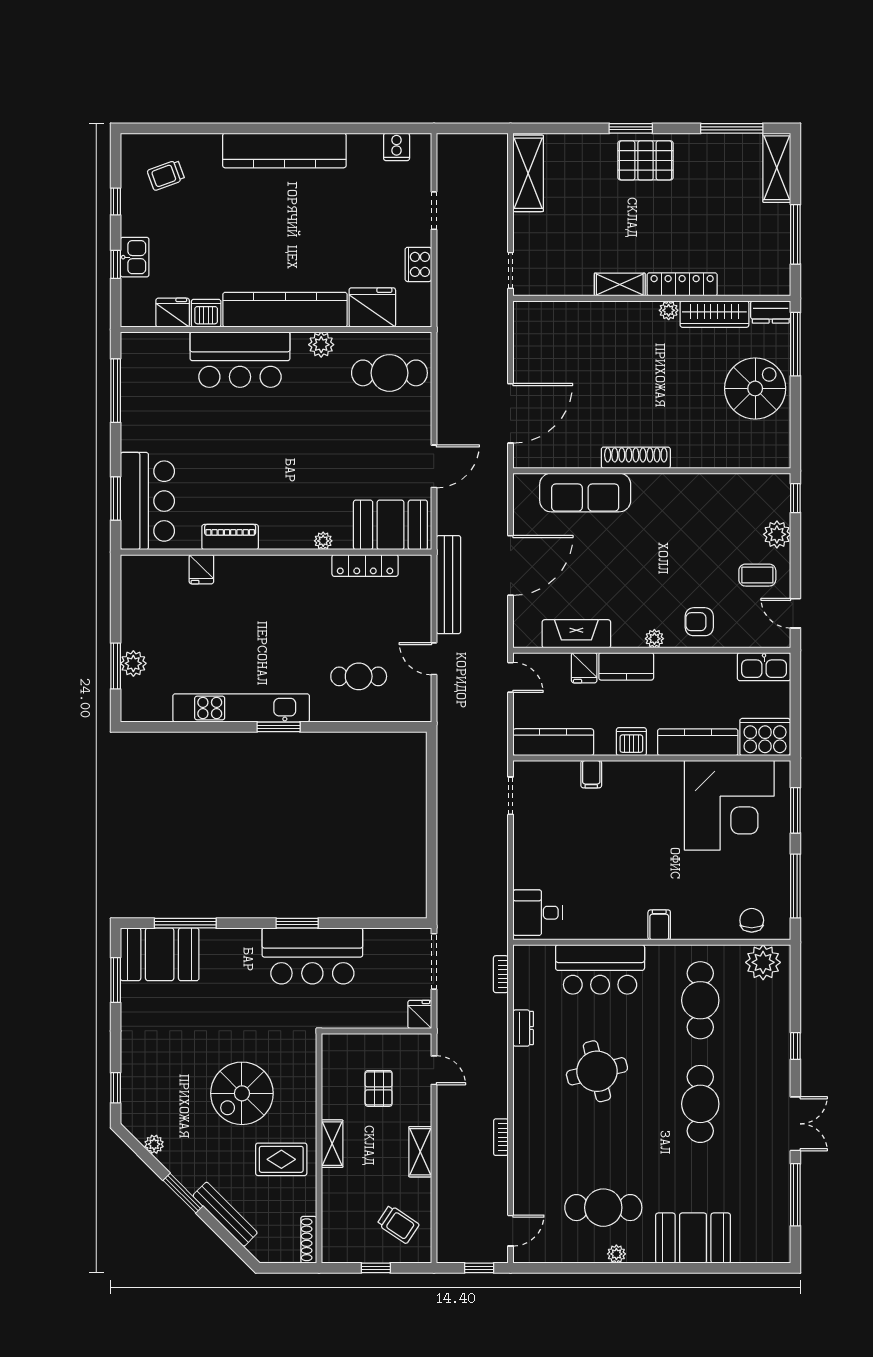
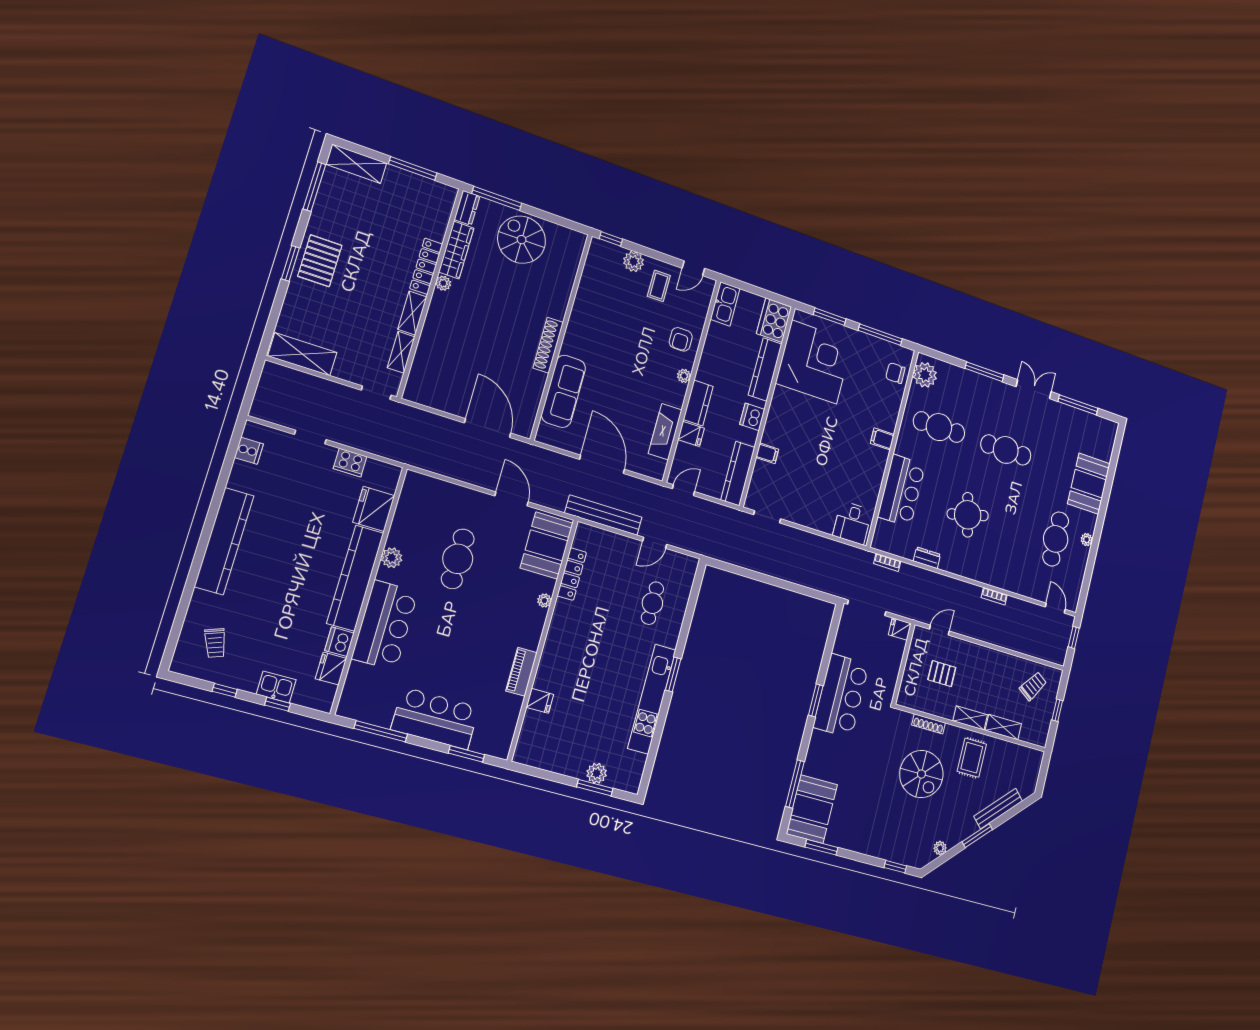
shelving: (568, 285) -> (401, 352), added
cafe table: (389, 373) -> (458, 559), moved
bar counter: (147, 501) -> (435, 718), moved
window: (795, 1046) -> (984, 372), width x2.17
shelving: (420, 1152) -> (1003, 727), moved
shoe rack: (309, 1240) -> (928, 724), moved

